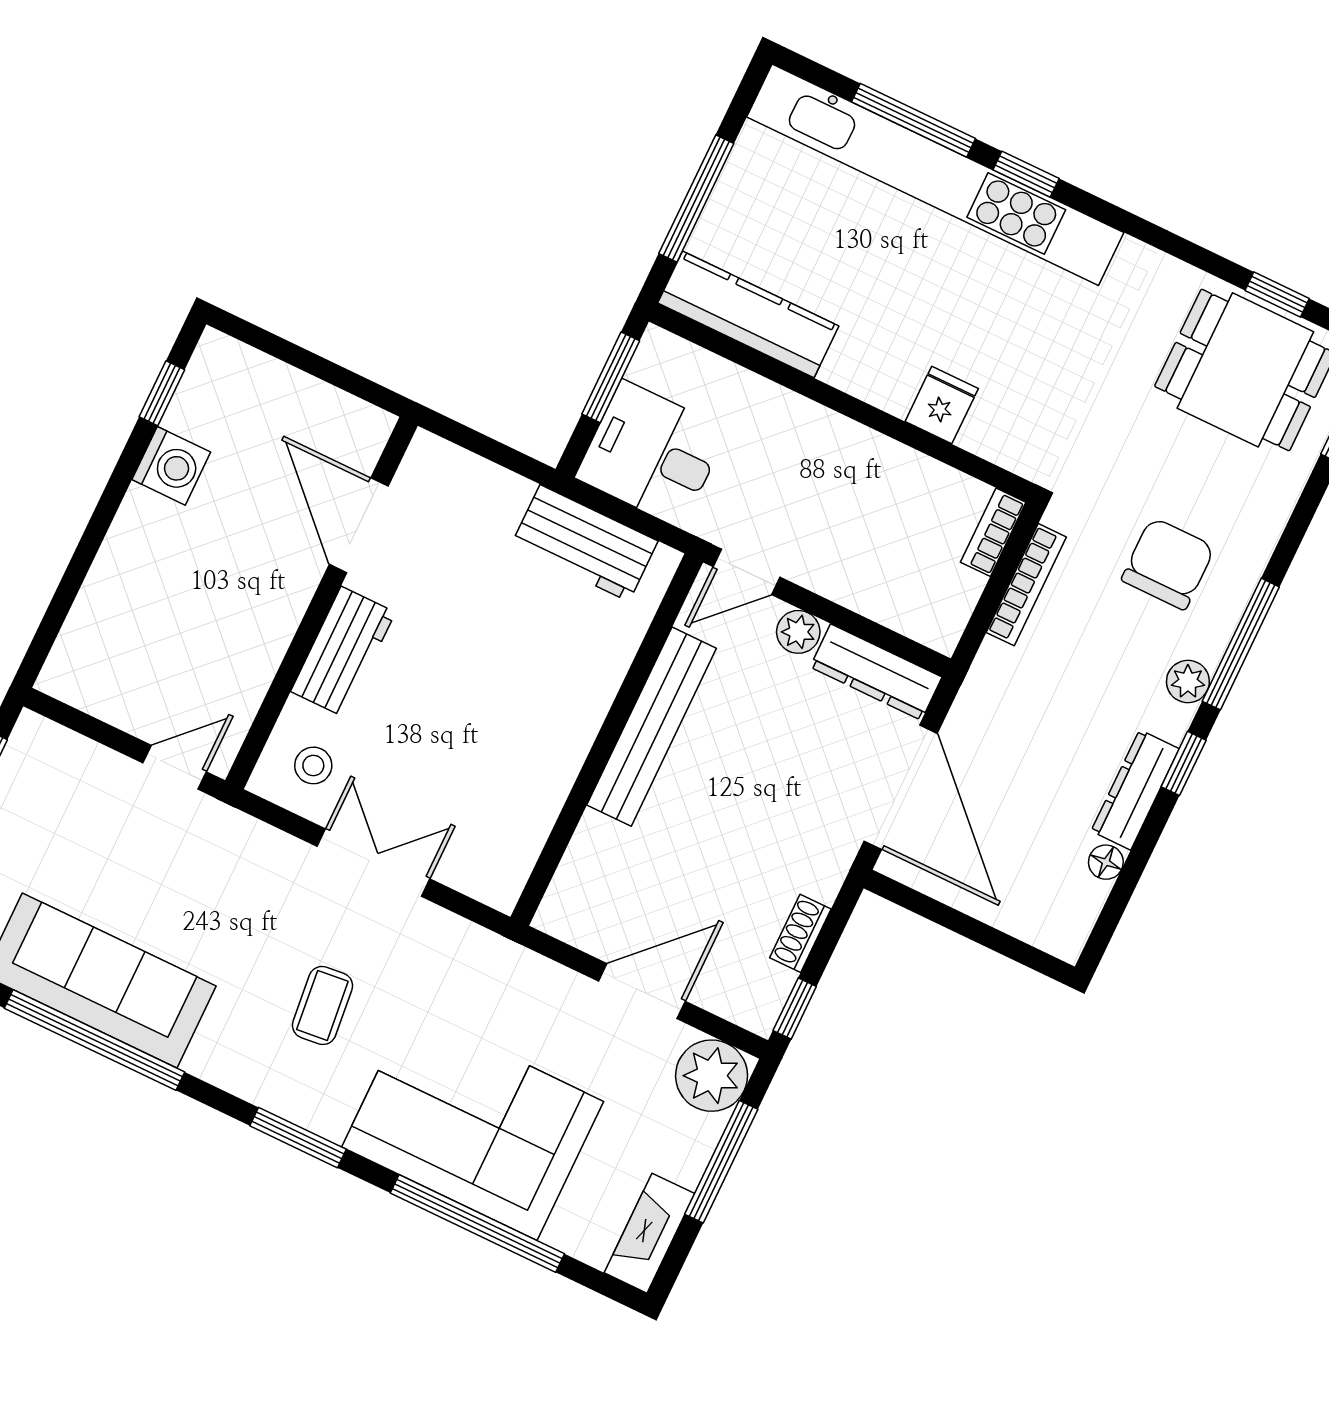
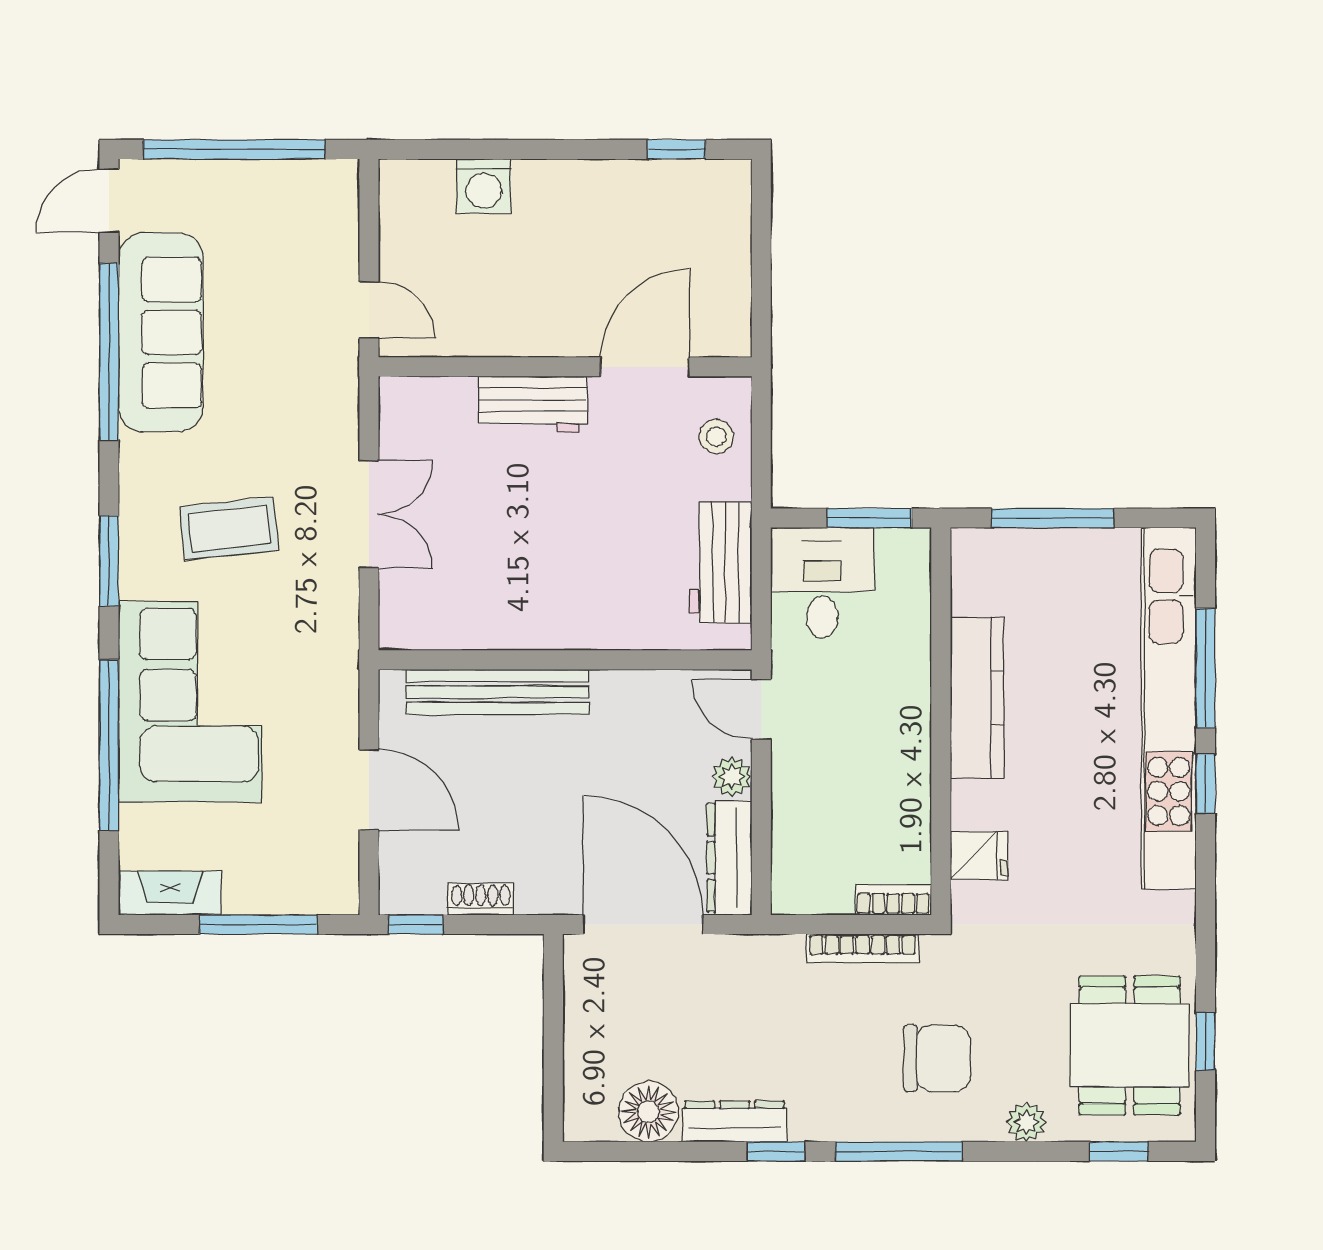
kitchen counter: (748, 314) -> (977, 698), moved
fridge: (942, 405) -> (979, 855), moved
washing machine: (171, 466) -> (484, 186), moved
plant: (1188, 682) -> (1026, 1122), moved
bench: (652, 727) -> (498, 692), moved
stool: (313, 765) -> (716, 436), moved
door: (901, 787) -> (643, 924), swing flipped
floor lamp: (1106, 862) -> (648, 1112), width x1.89, depth x1.89
coffee table: (322, 1005) -> (229, 529), width x1.36, depth x1.30
plant: (712, 1076) -> (326, 882), removed

